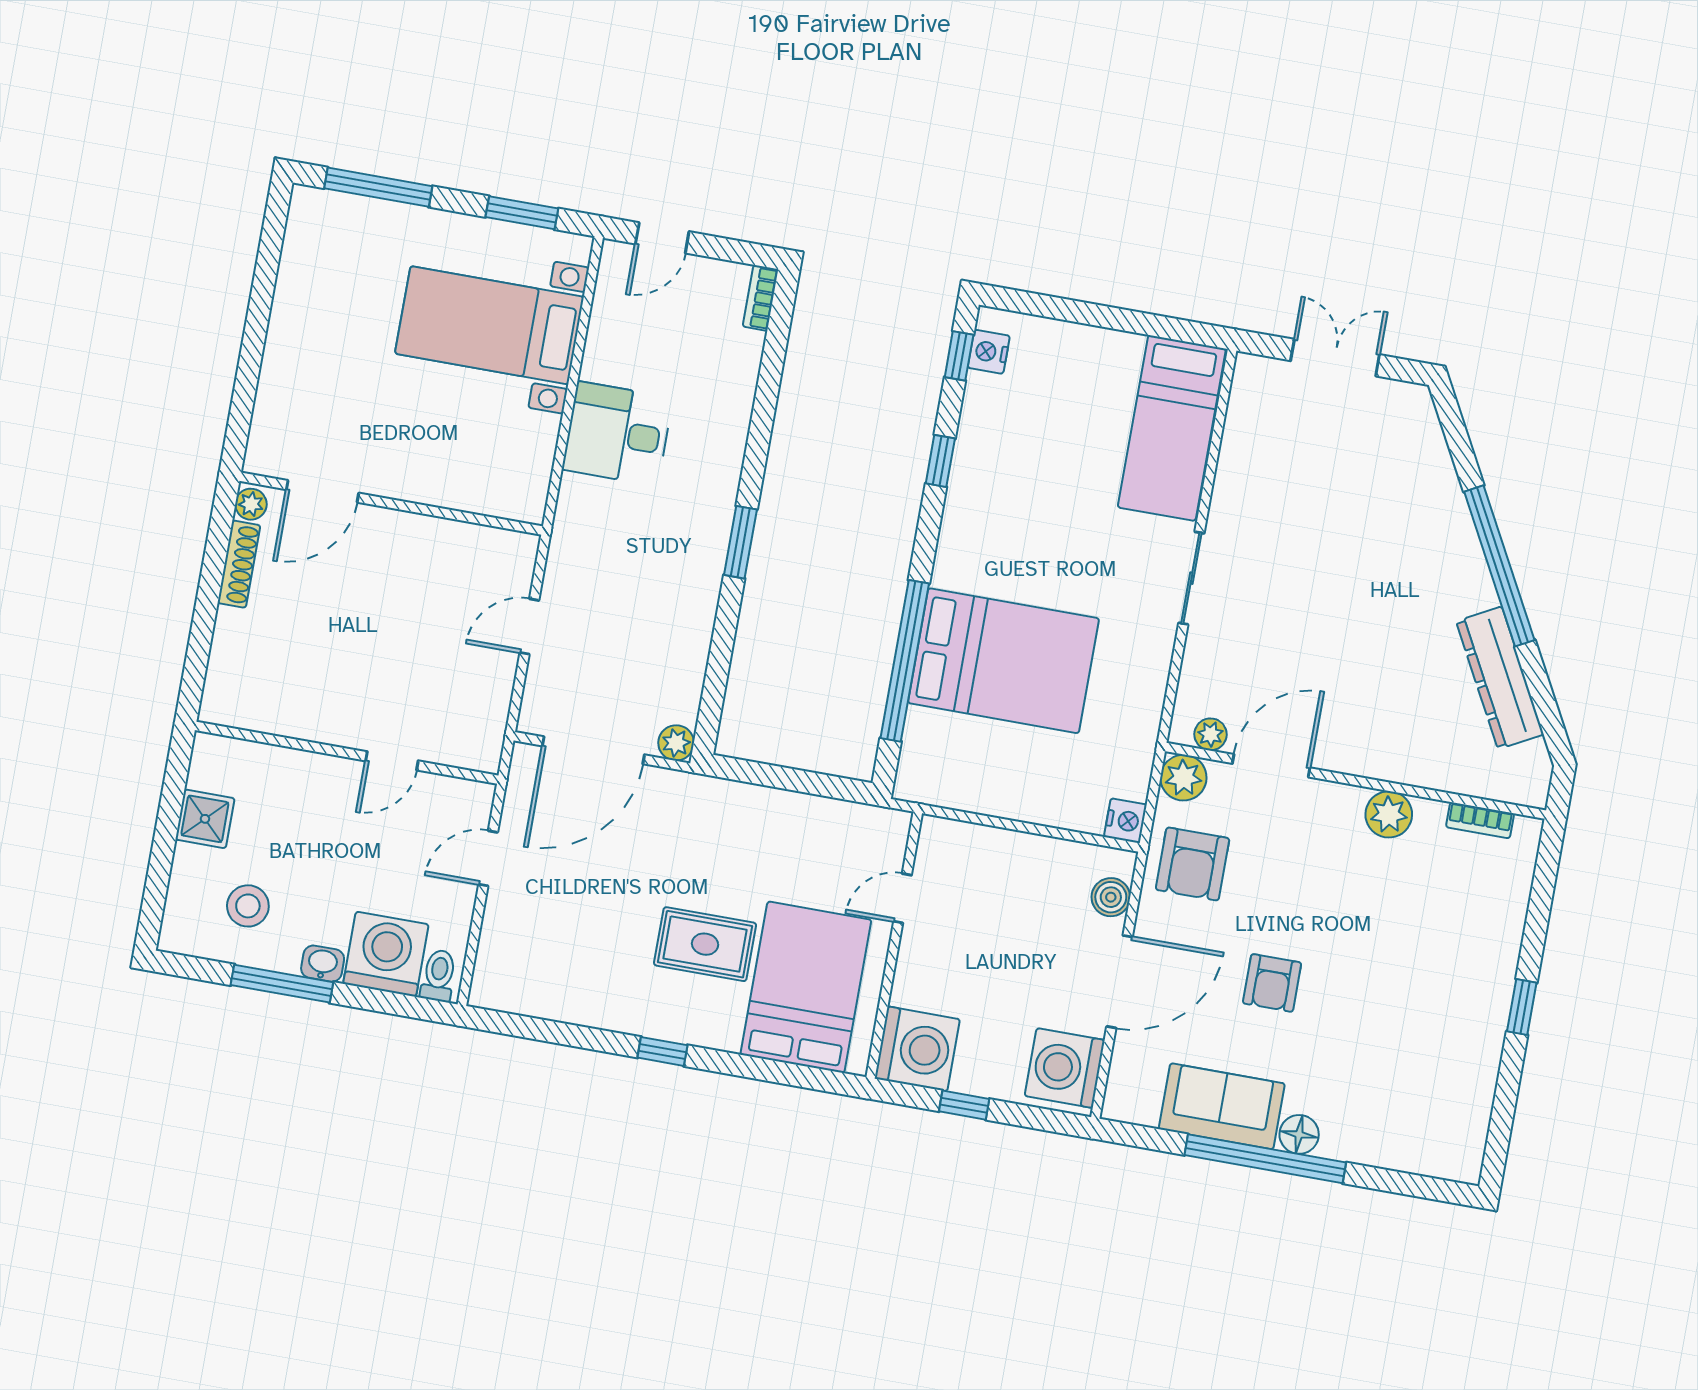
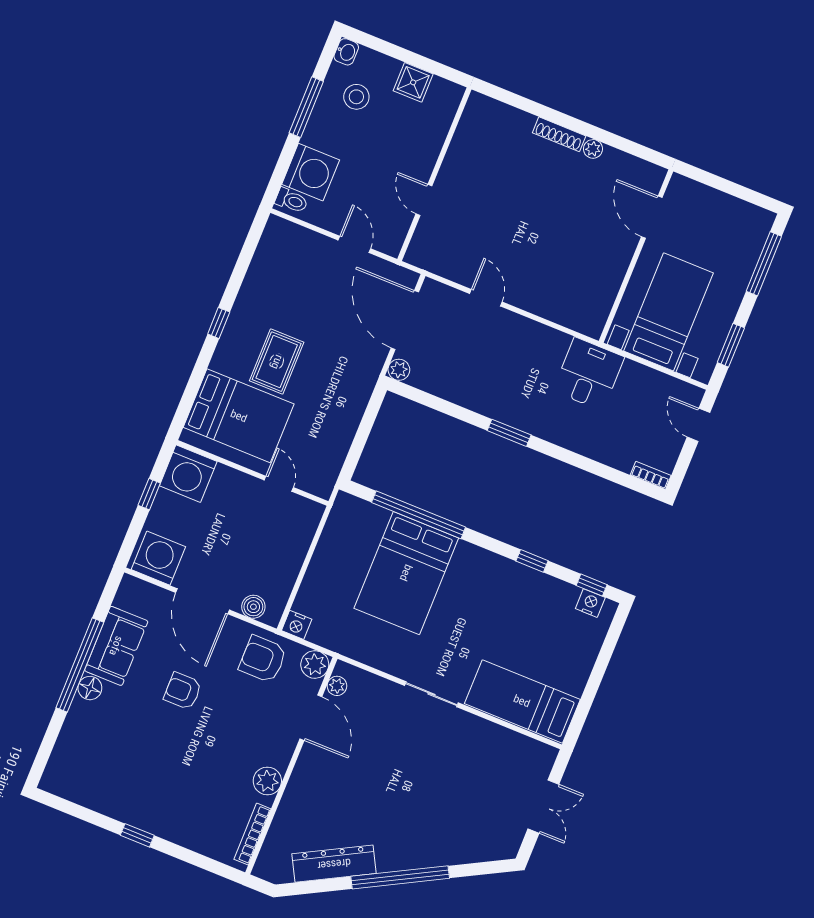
door: (322, 491) -> (652, 217), moved
wall: (391, 504) -> (636, 256), moved
bookcase: (1480, 820) -> (253, 834), width x1.56
washbasin: (323, 964) -> (346, 52), moved

